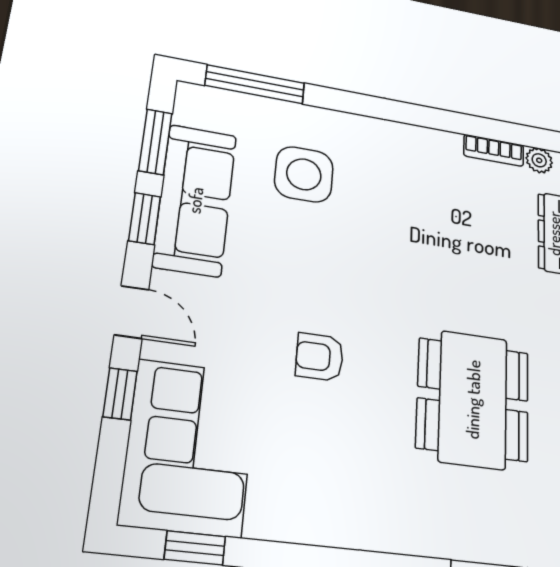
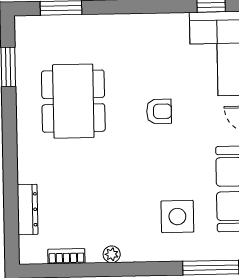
plant: (539, 160) -> (112, 254), moved

